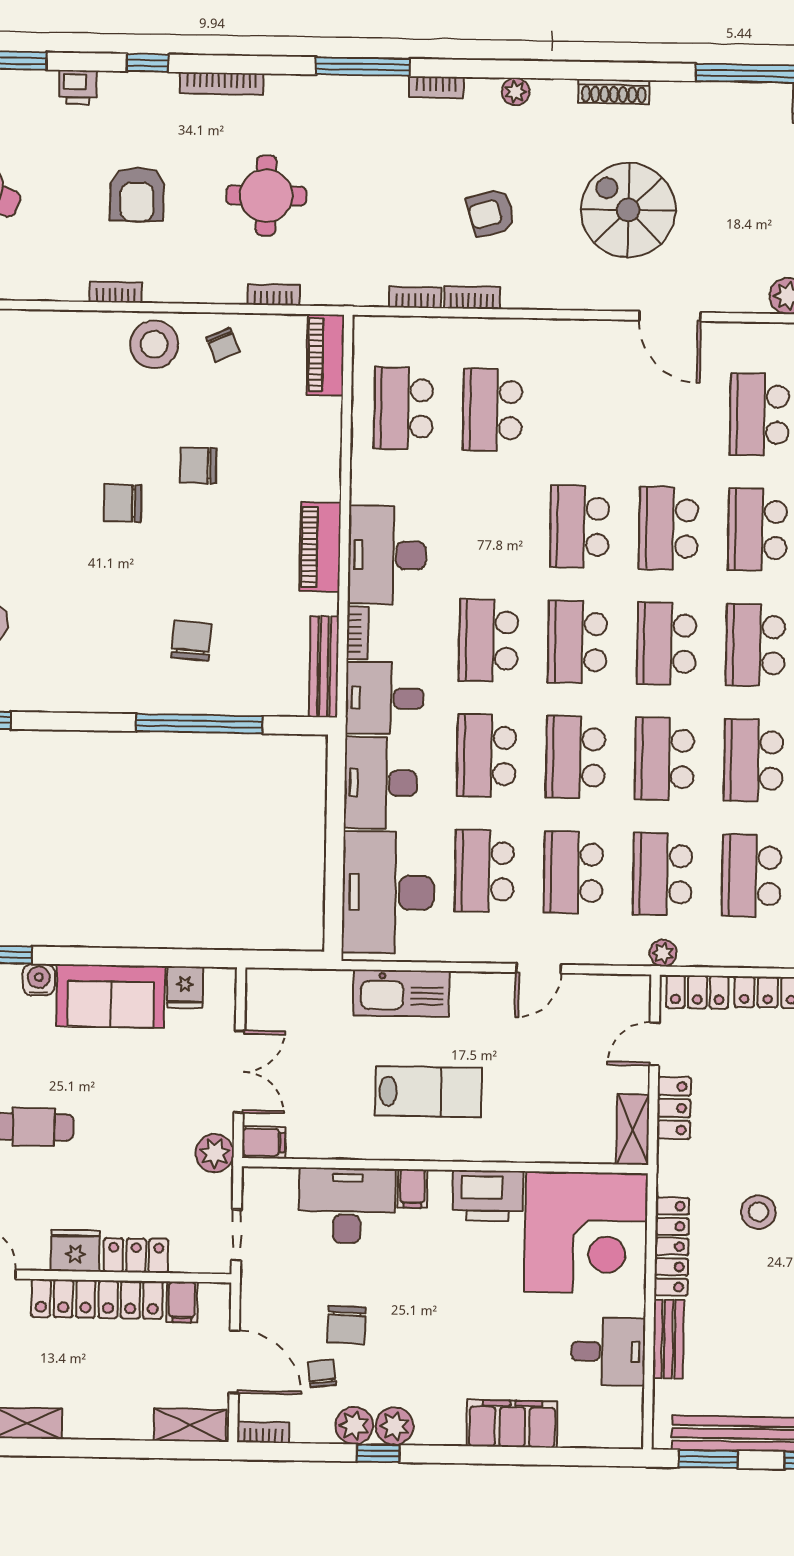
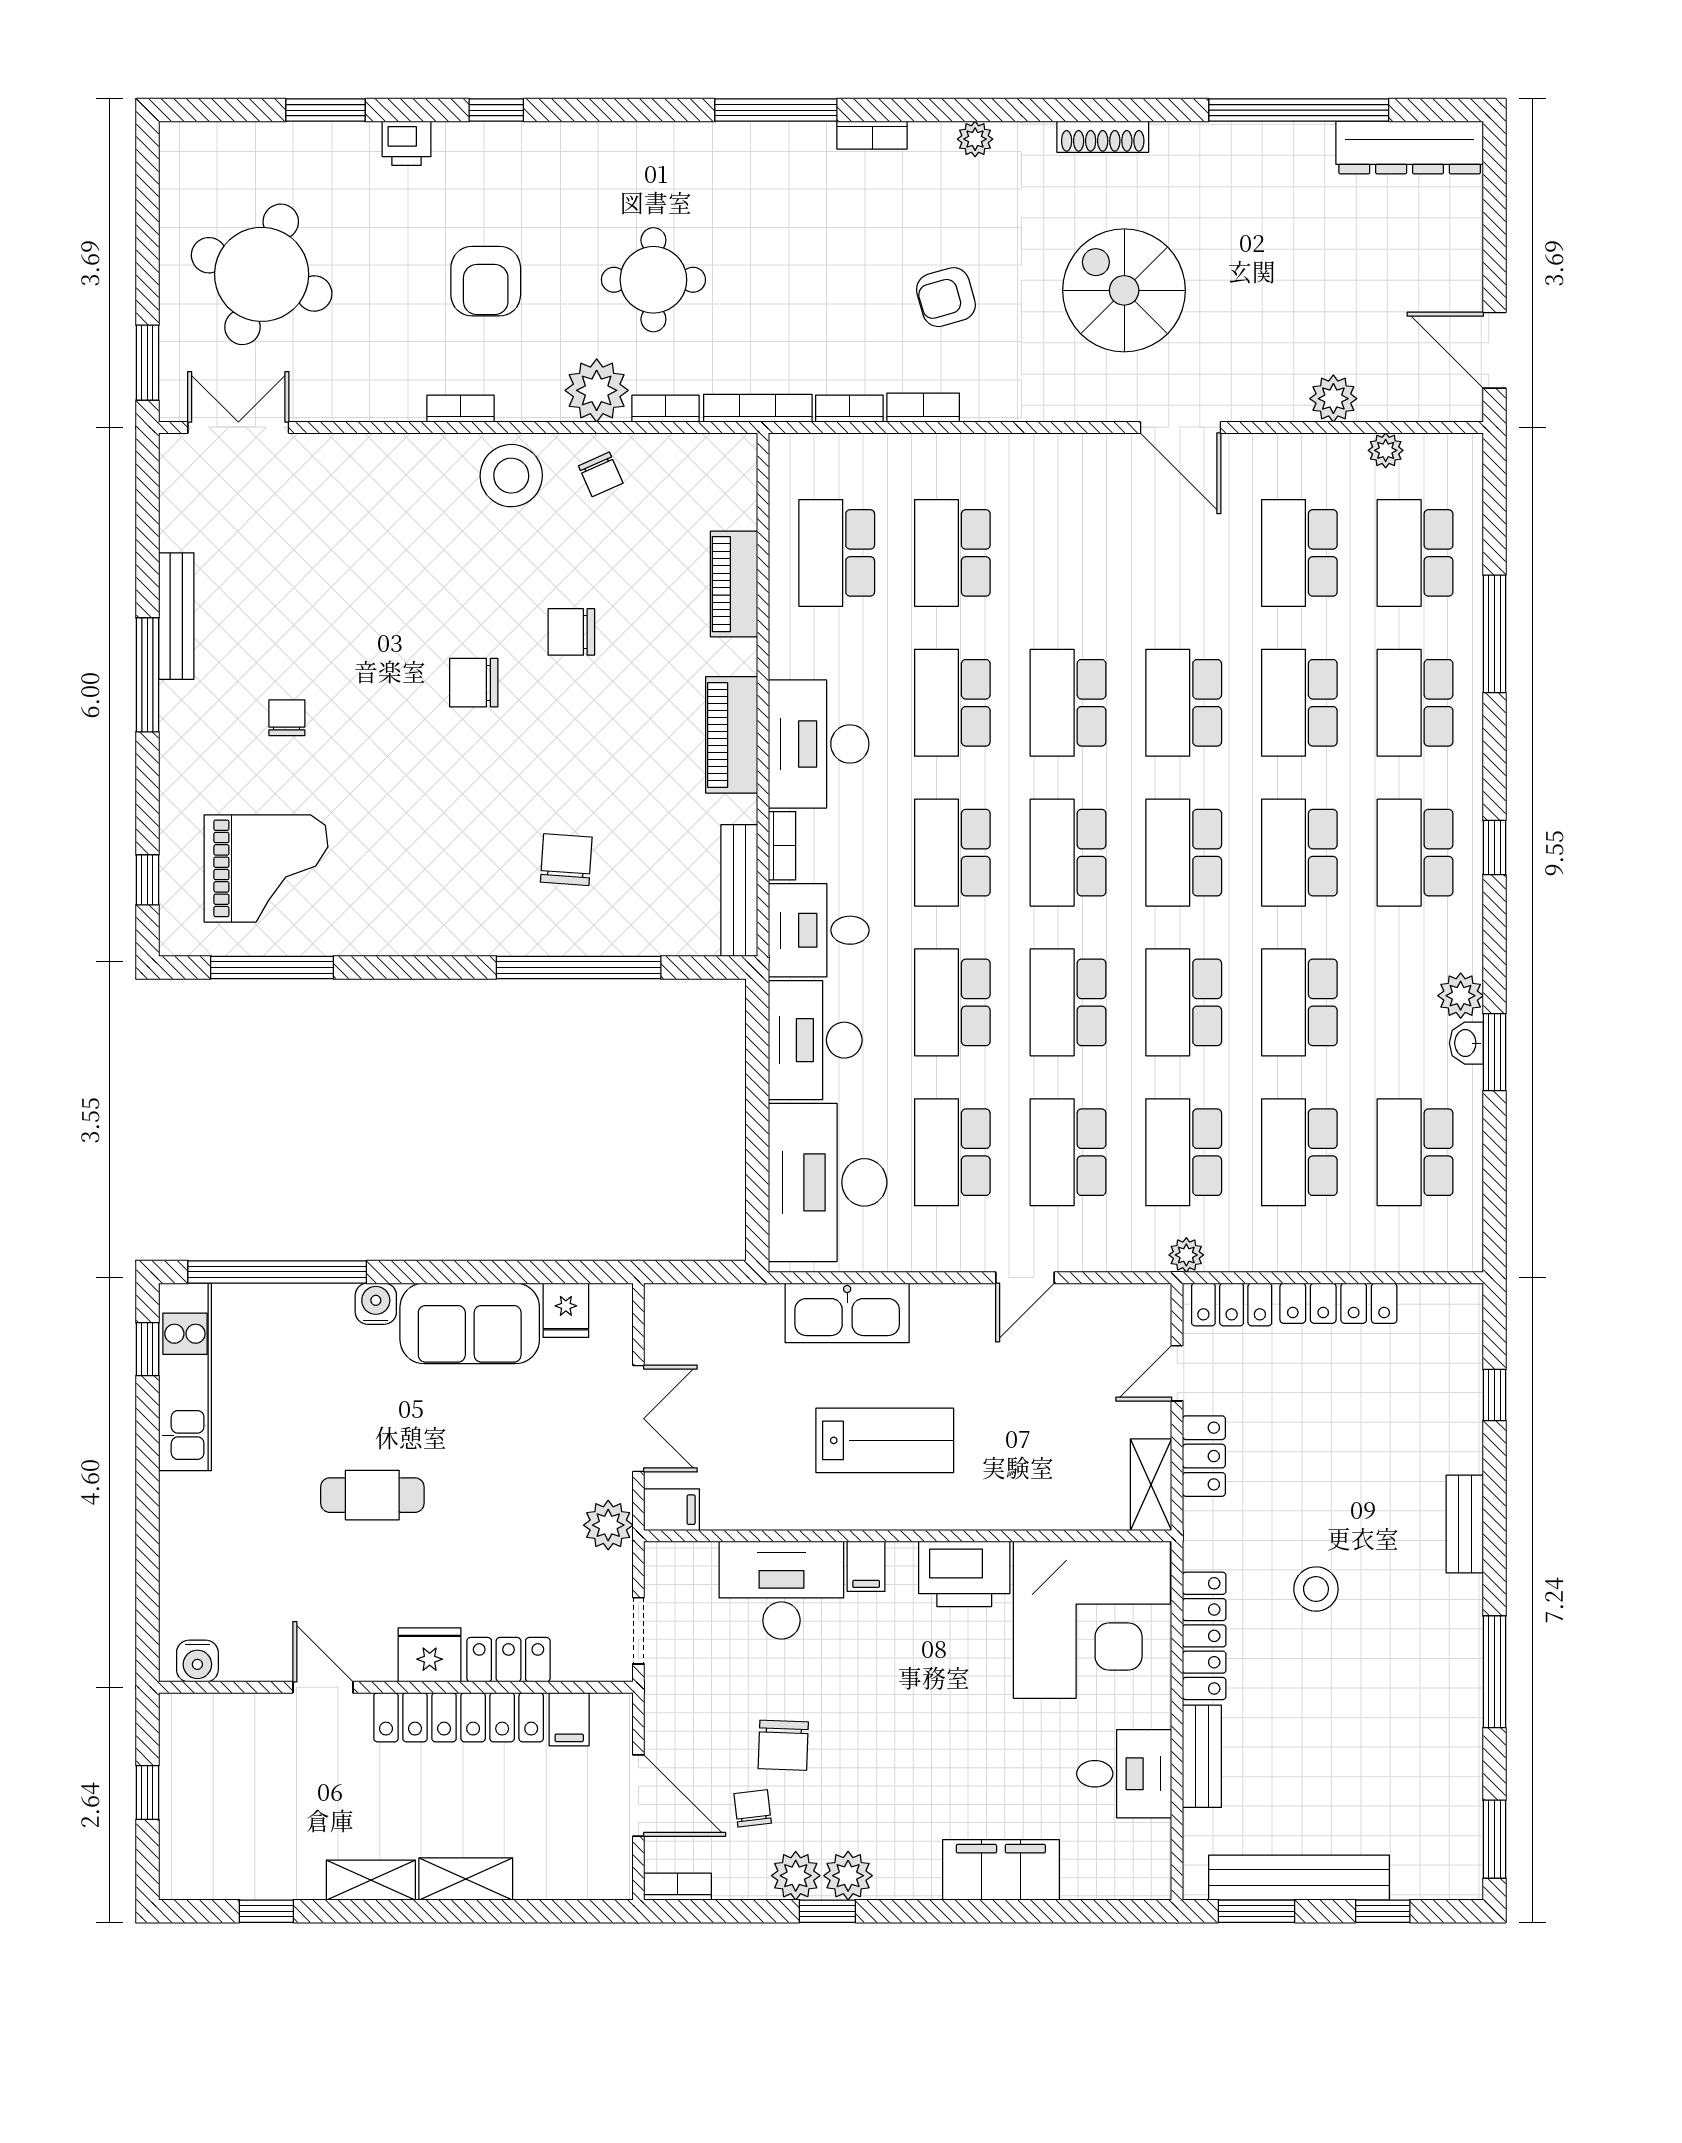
bookcase: (222, 83) -> (758, 408), moved, turned 180
plant: (221, 280) -> (597, 390), added
piano: (325, 355) -> (734, 584), moved
school desk: (490, 525) -> (952, 703), added
shelving: (190, 1425) -> (466, 1879), moved

